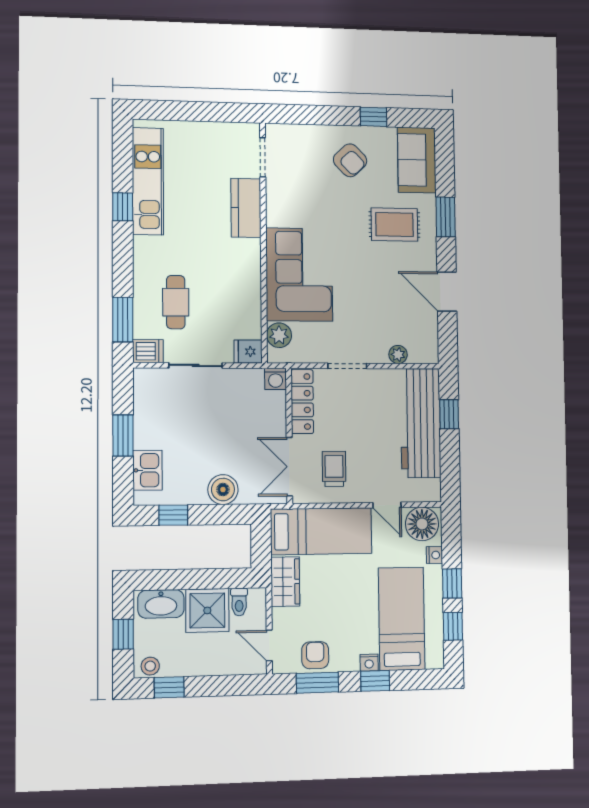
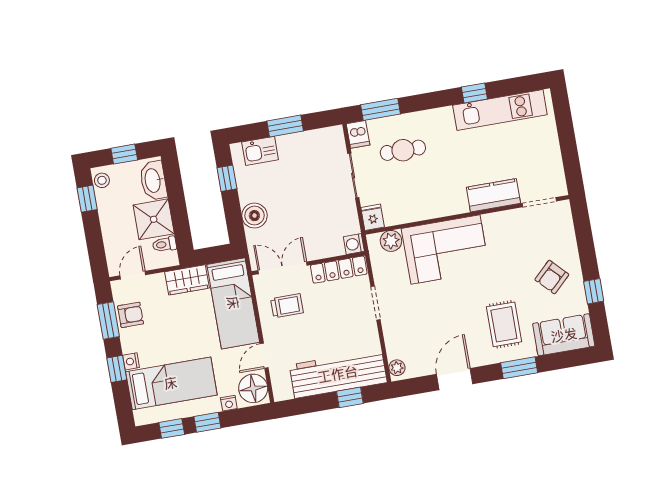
plant: (398, 354) -> (397, 368), moved

